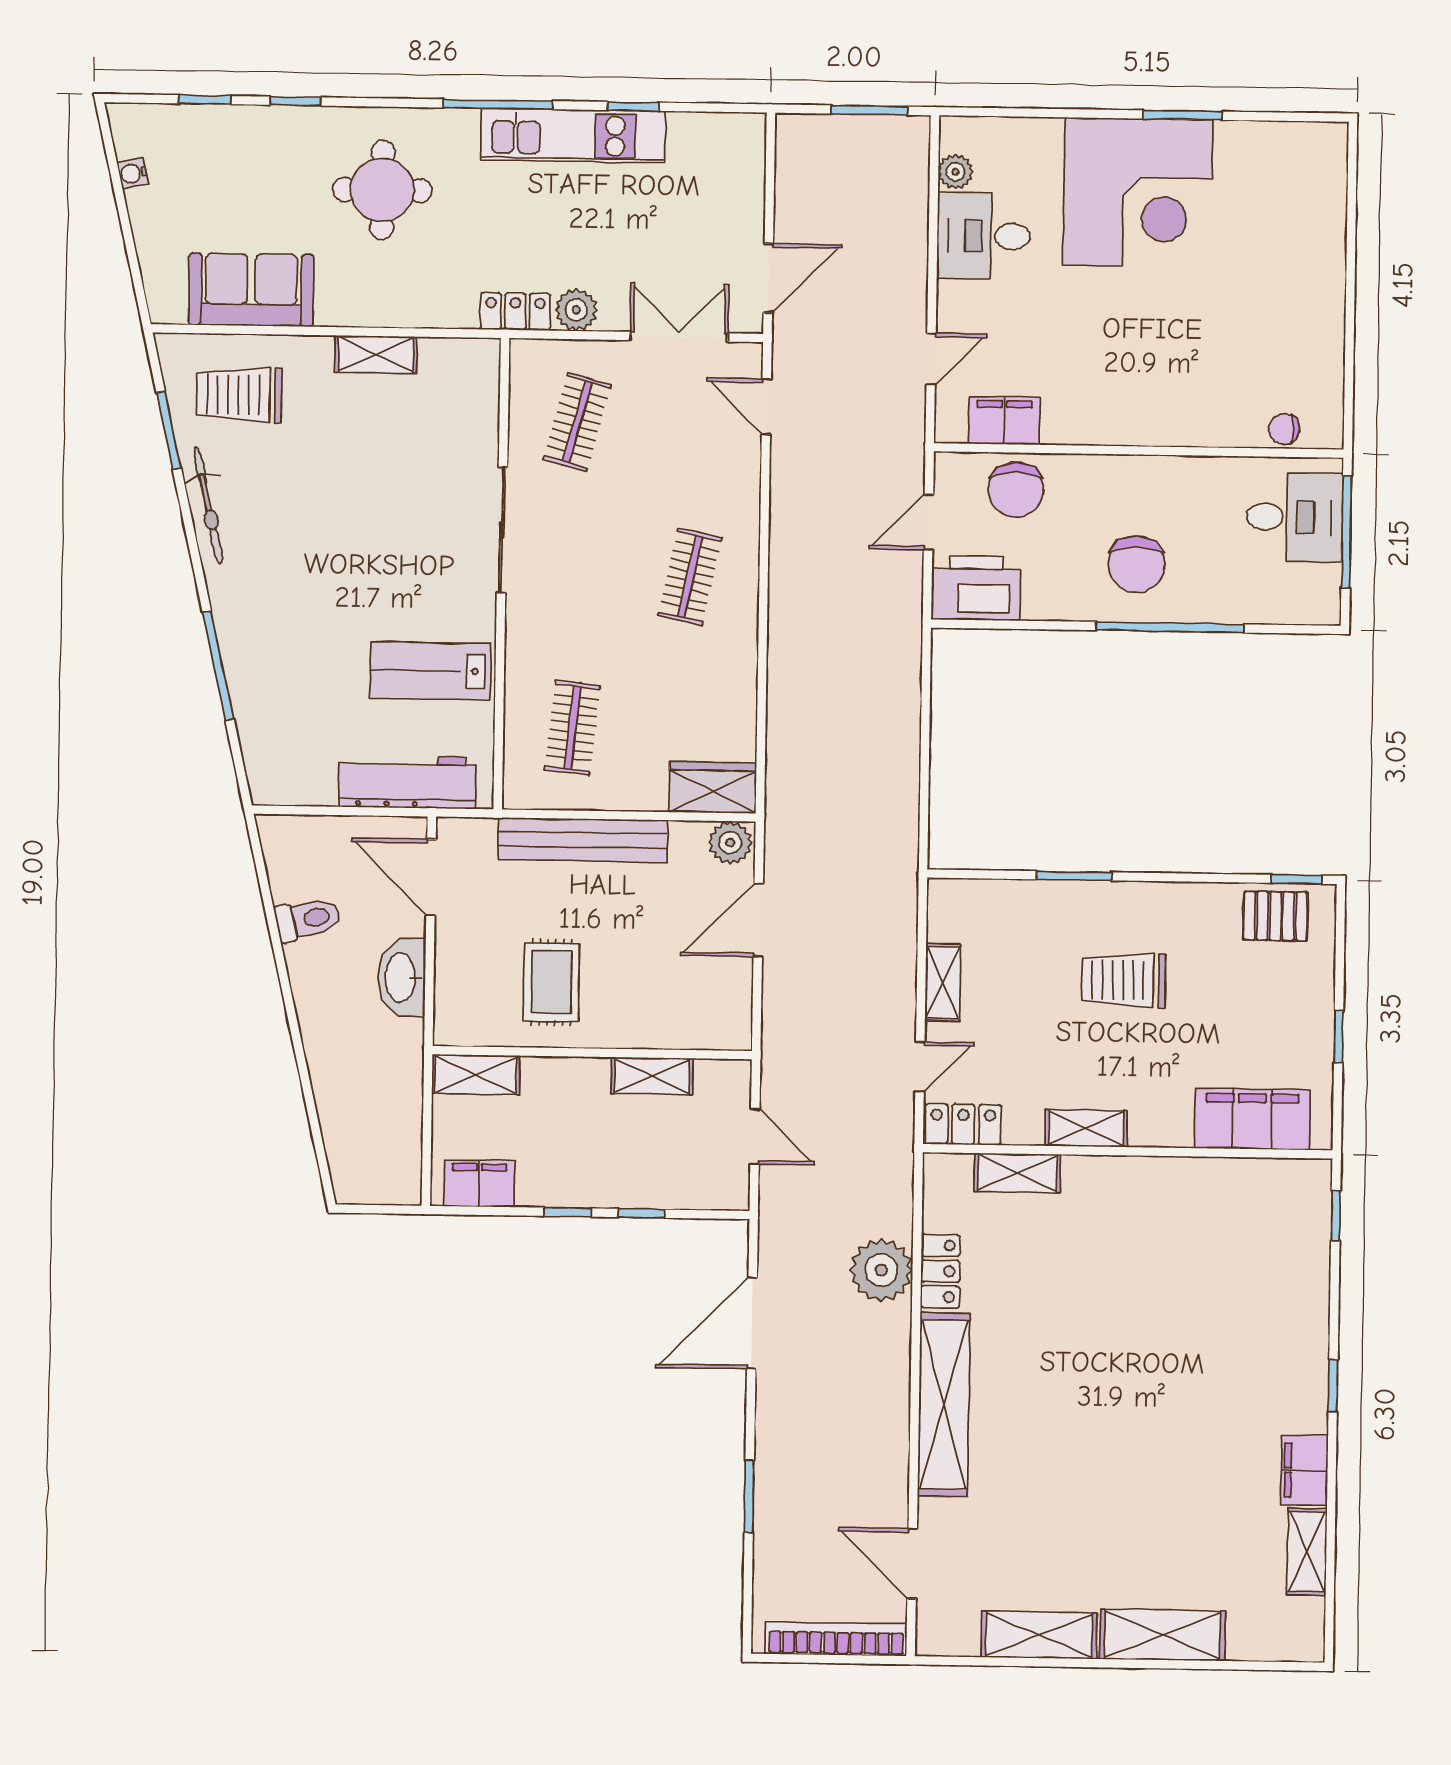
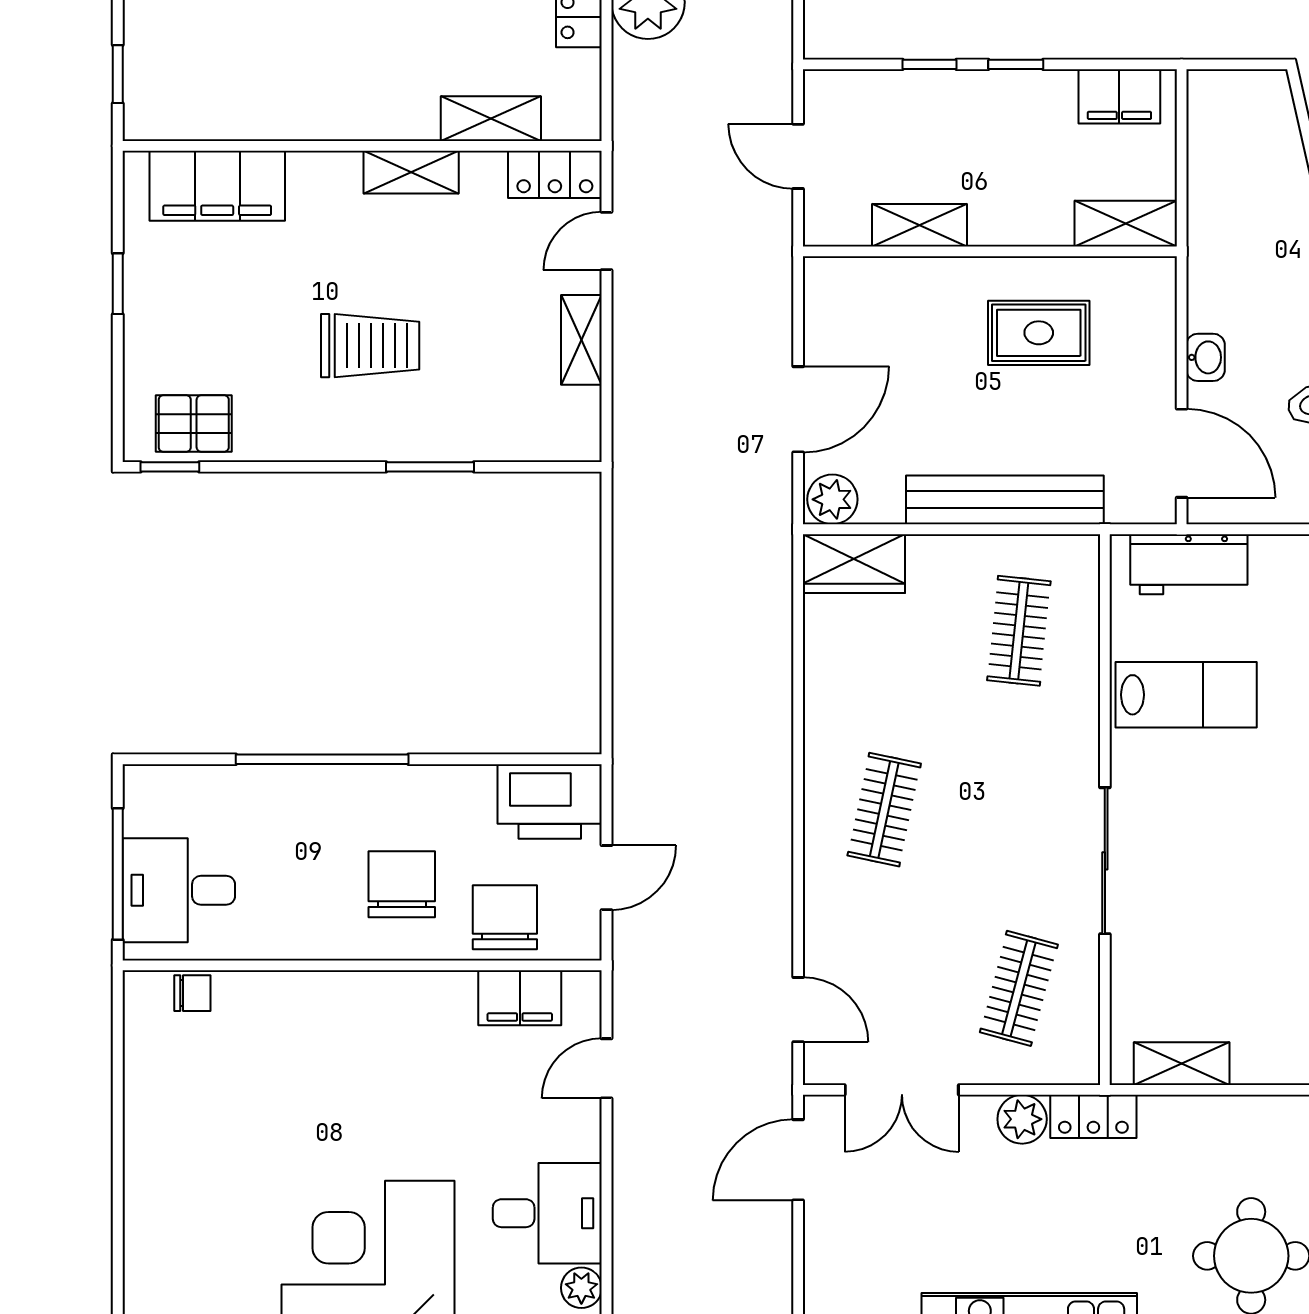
shelving: (376, 354) -> (1182, 1064), moved
chair: (1136, 564) -> (402, 884), moved
workbench: (407, 782) -> (1189, 564), width x0.73
washbasin: (402, 977) -> (1206, 357), width x0.52, depth x0.69
rug: (552, 982) -> (1039, 333), turned 90

